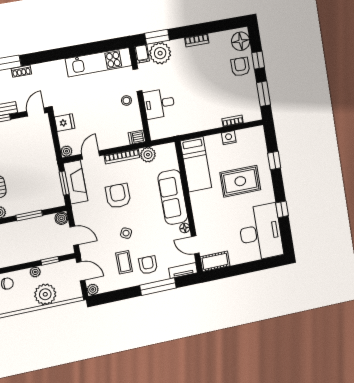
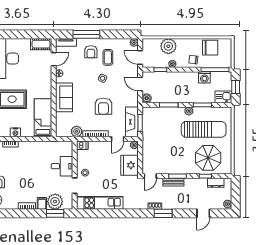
filing cabinet: (142, 54) -> (42, 203), moved
fridge: (65, 123) -> (129, 165), width x1.88, depth x1.34
sofa: (173, 197) -> (64, 97), width x0.73
door: (195, 245) -> (54, 59), hinge flipped

